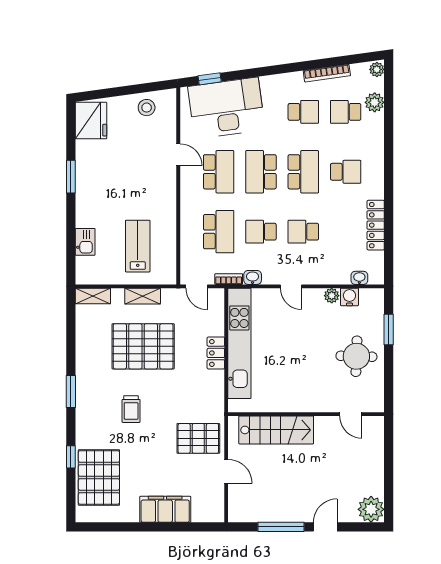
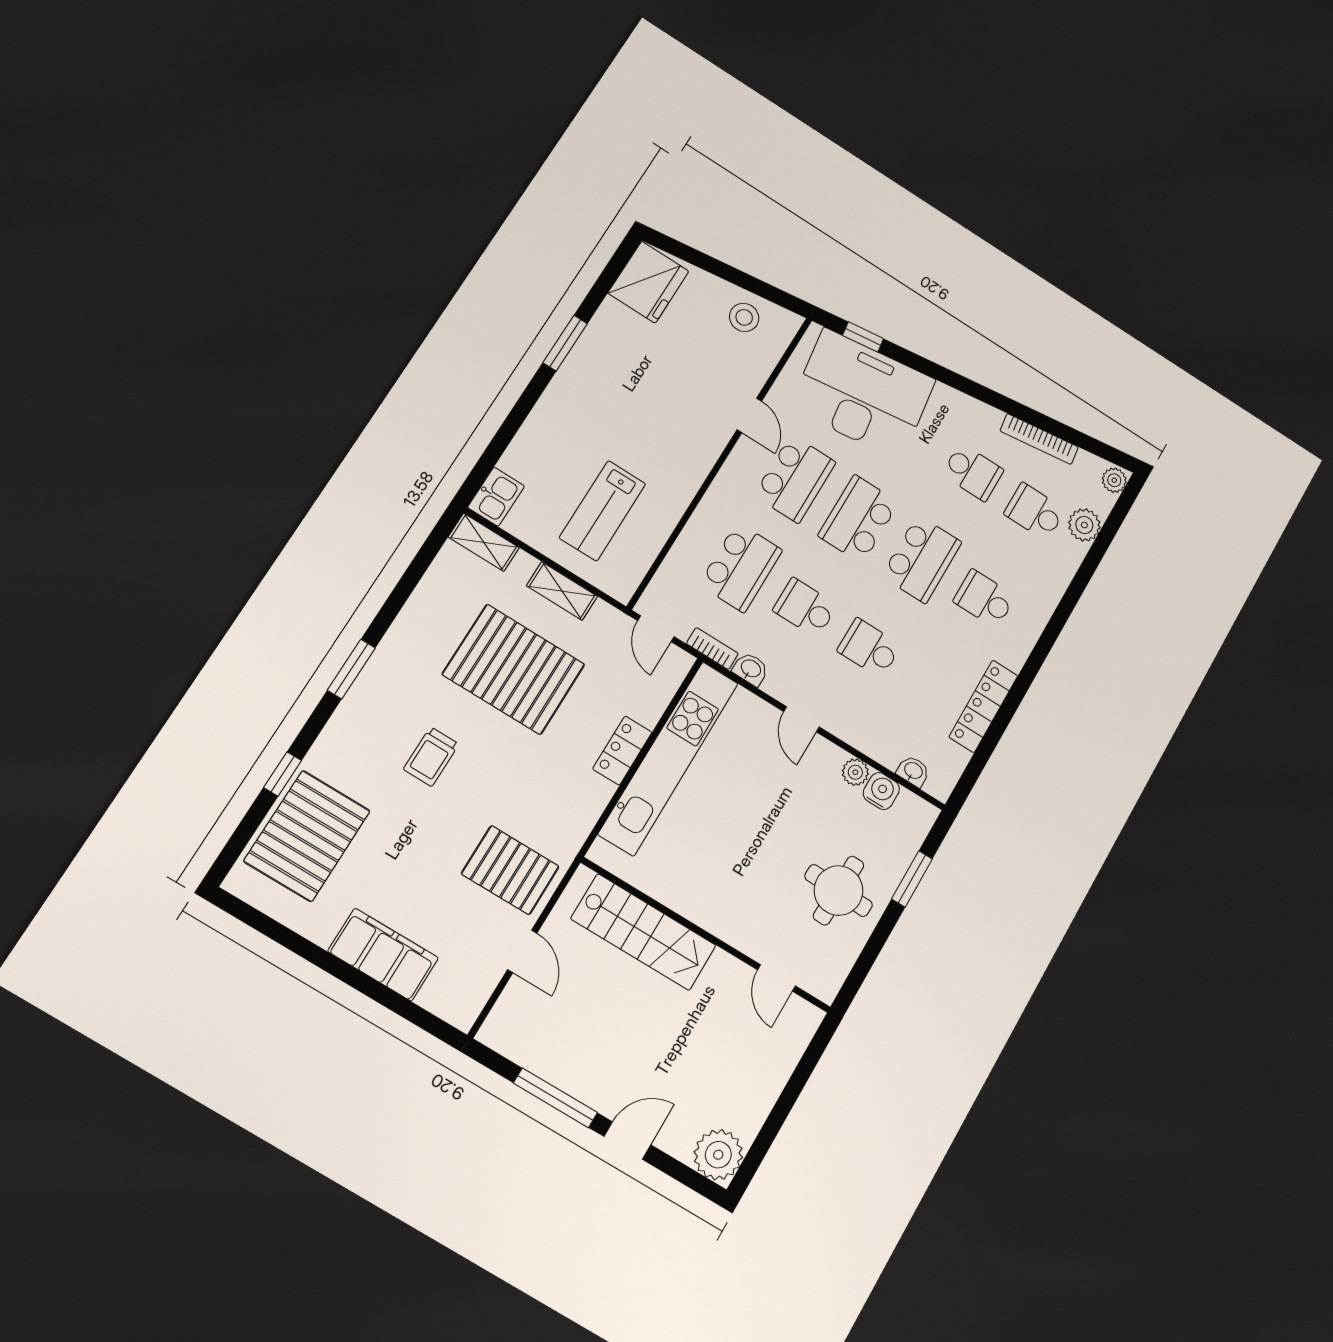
school desk: (346, 172) -> (984, 599), turned 180
kitchen sink: (85, 242) -> (496, 497), moved
lab bench: (138, 246) -> (603, 511), turned 180

